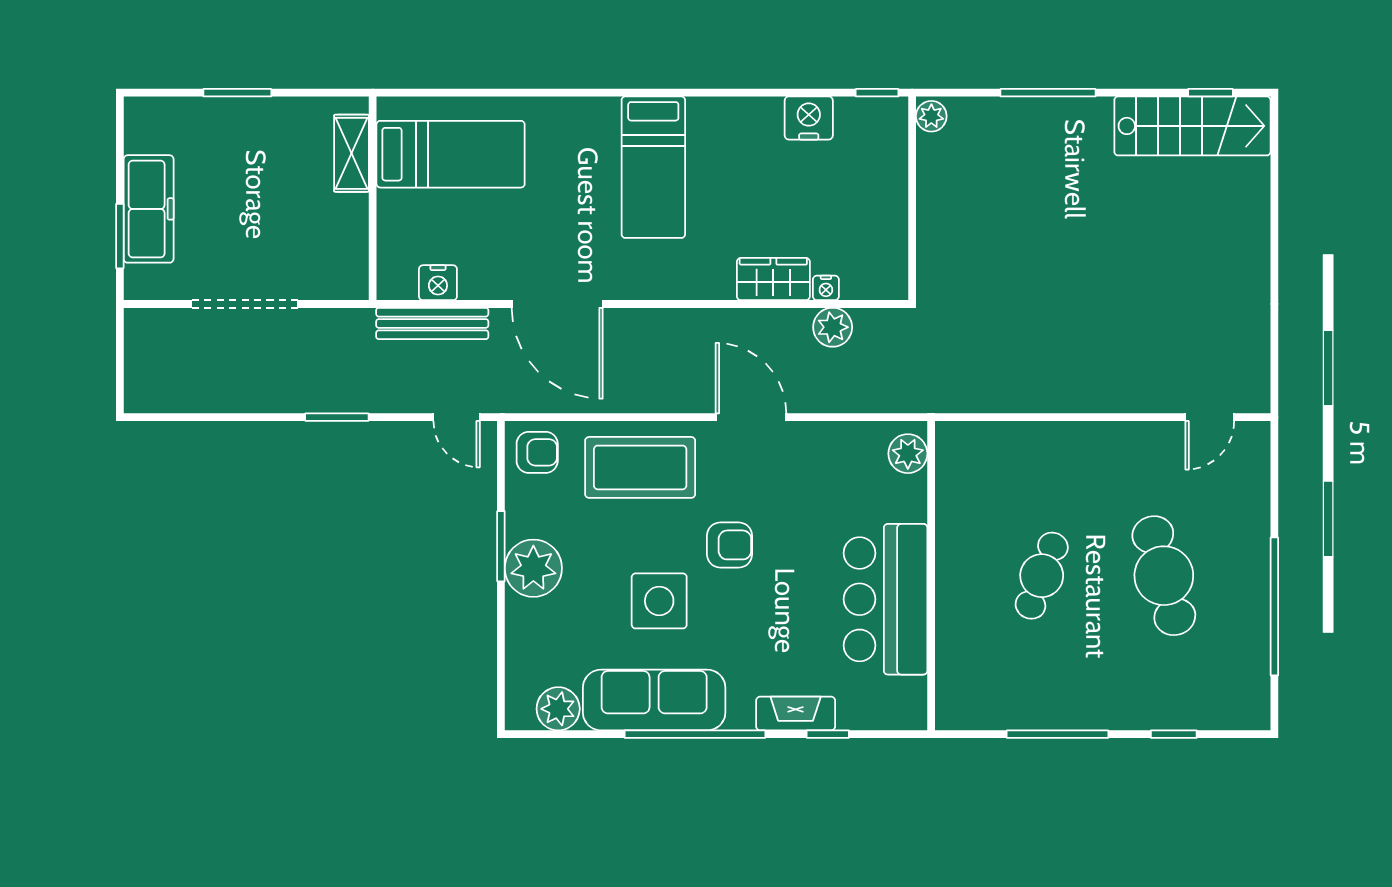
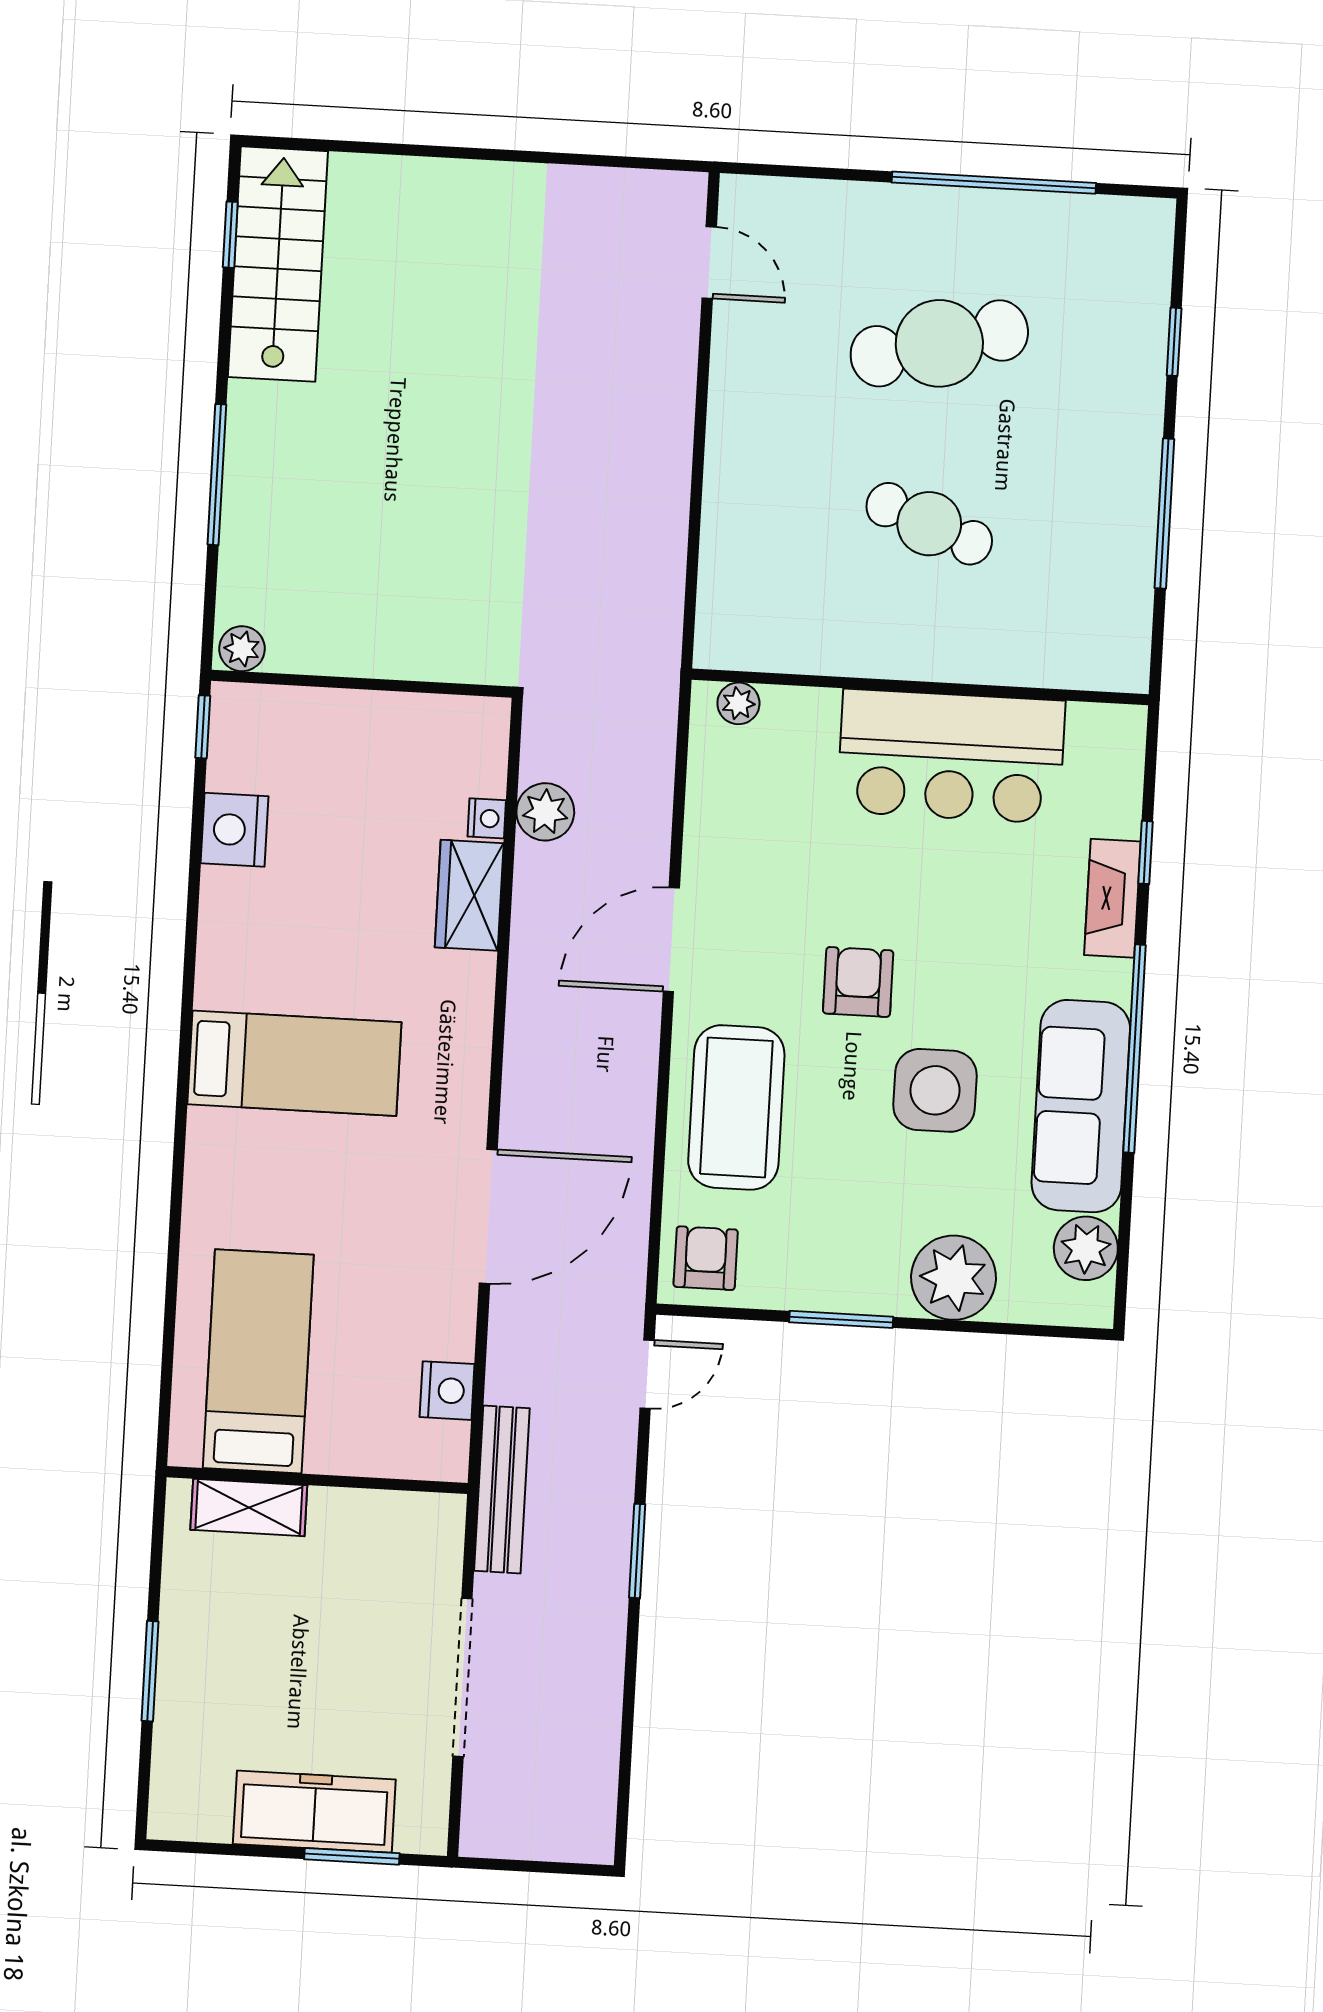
bench: (432, 323) -> (502, 1490), moved
plant: (908, 454) -> (738, 703), width x0.73, depth x0.73
plant: (533, 568) -> (954, 1278), moved

